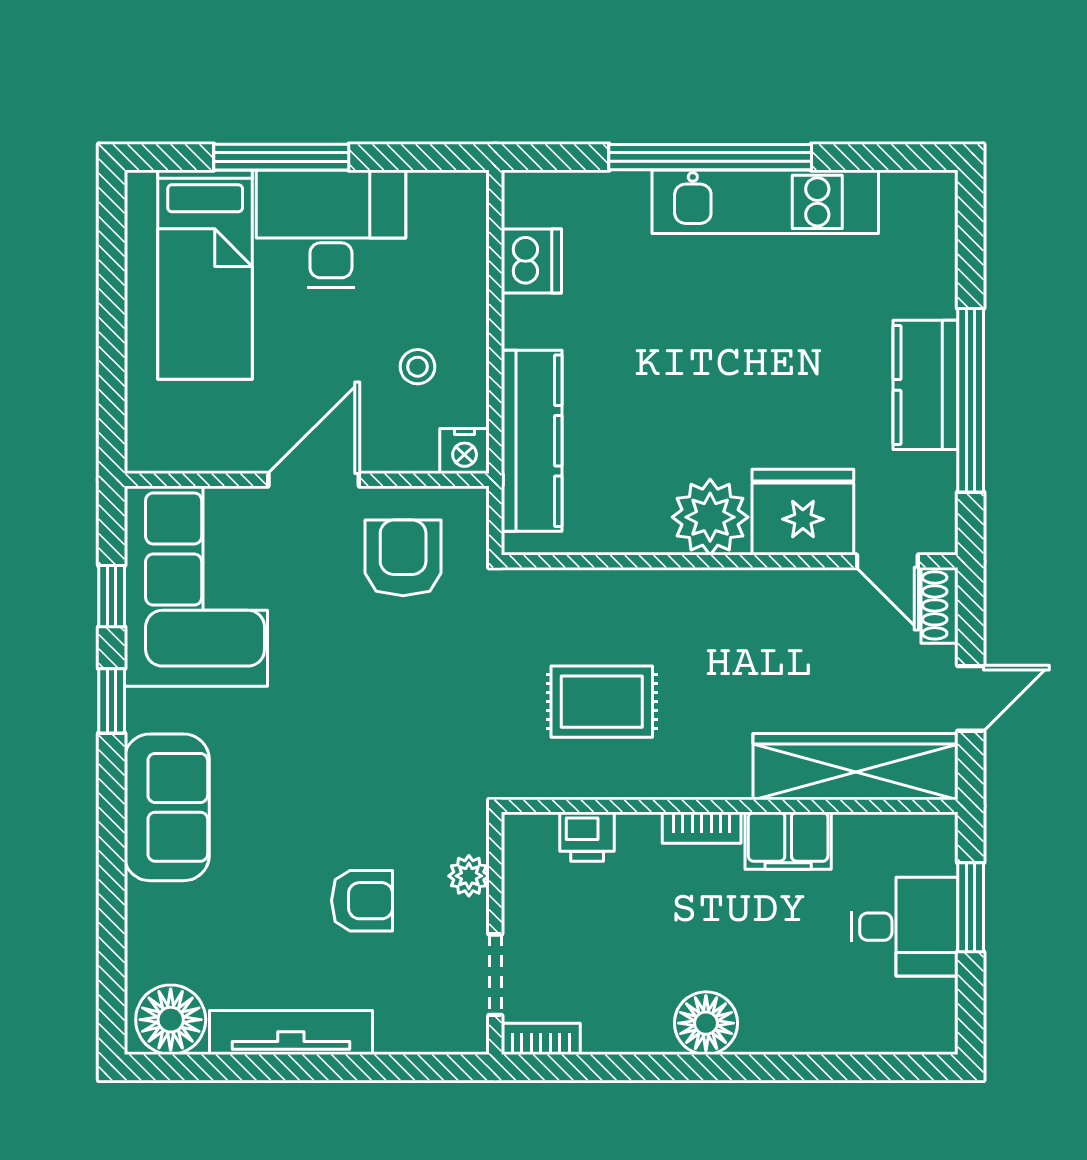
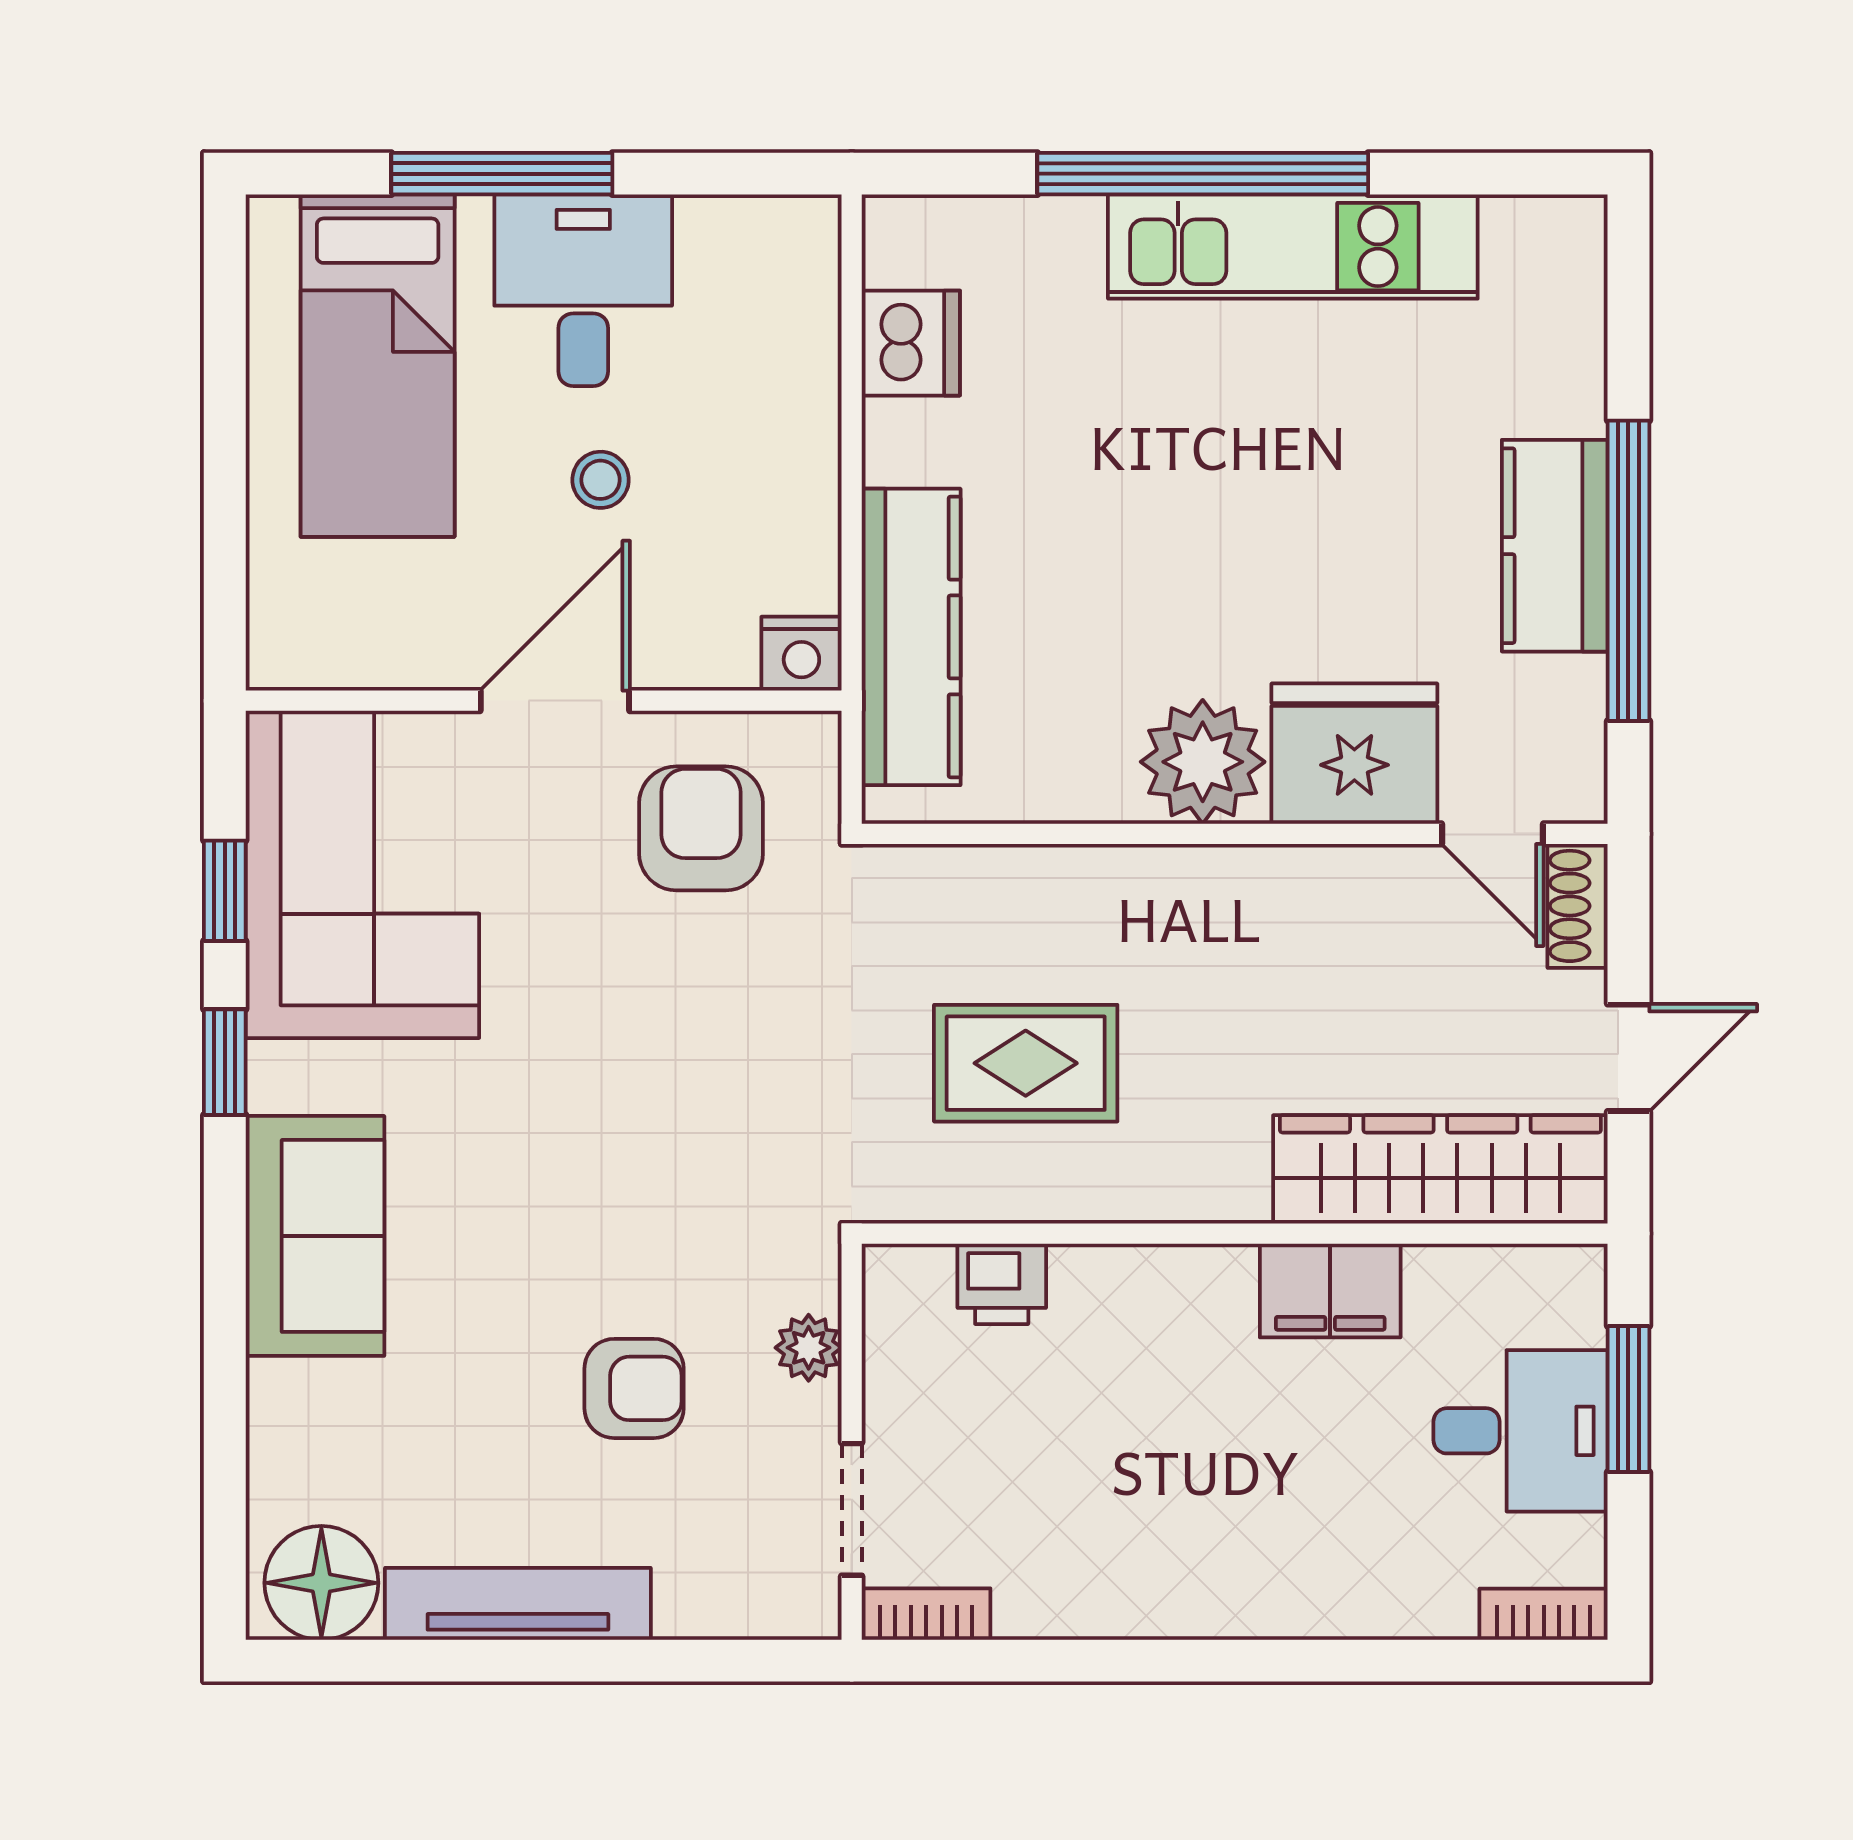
desk: (331, 229) -> (583, 290), width x0.73
stool: (417, 367) -> (601, 480), moved
bookcase: (702, 828) -> (1544, 1614), moved, turned 180
floor lamp: (706, 1023) -> (1196, 1588), removed

